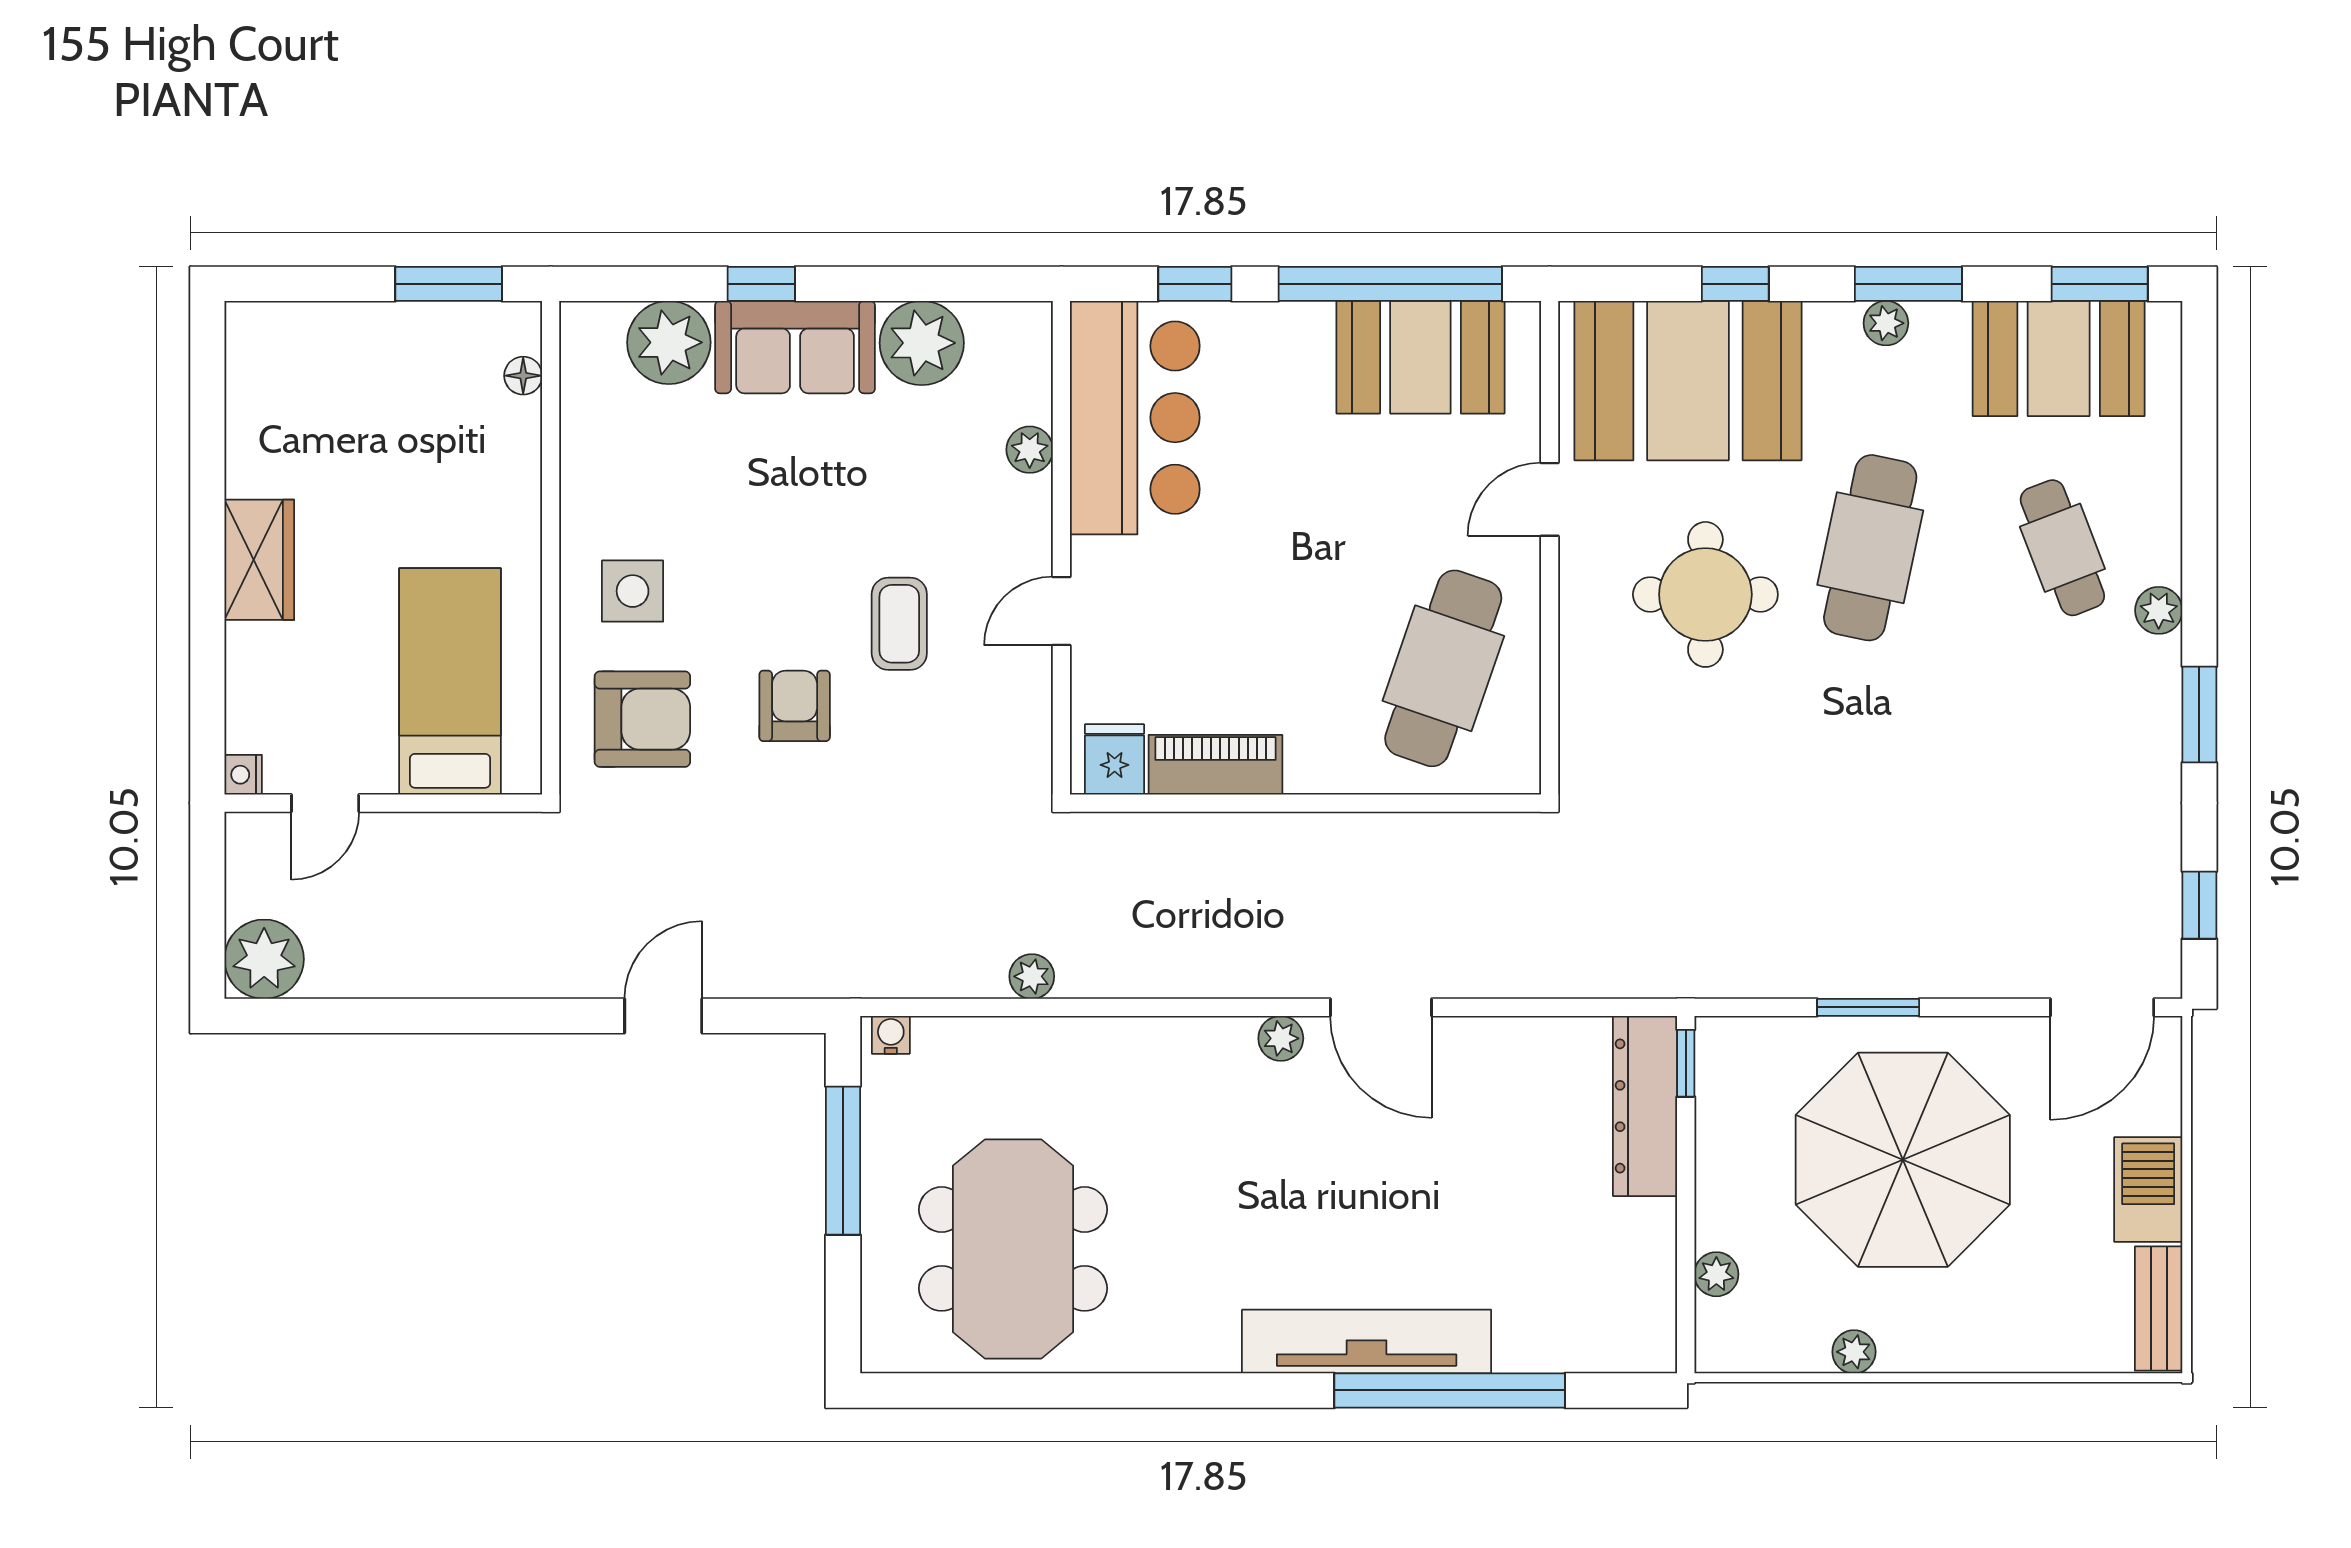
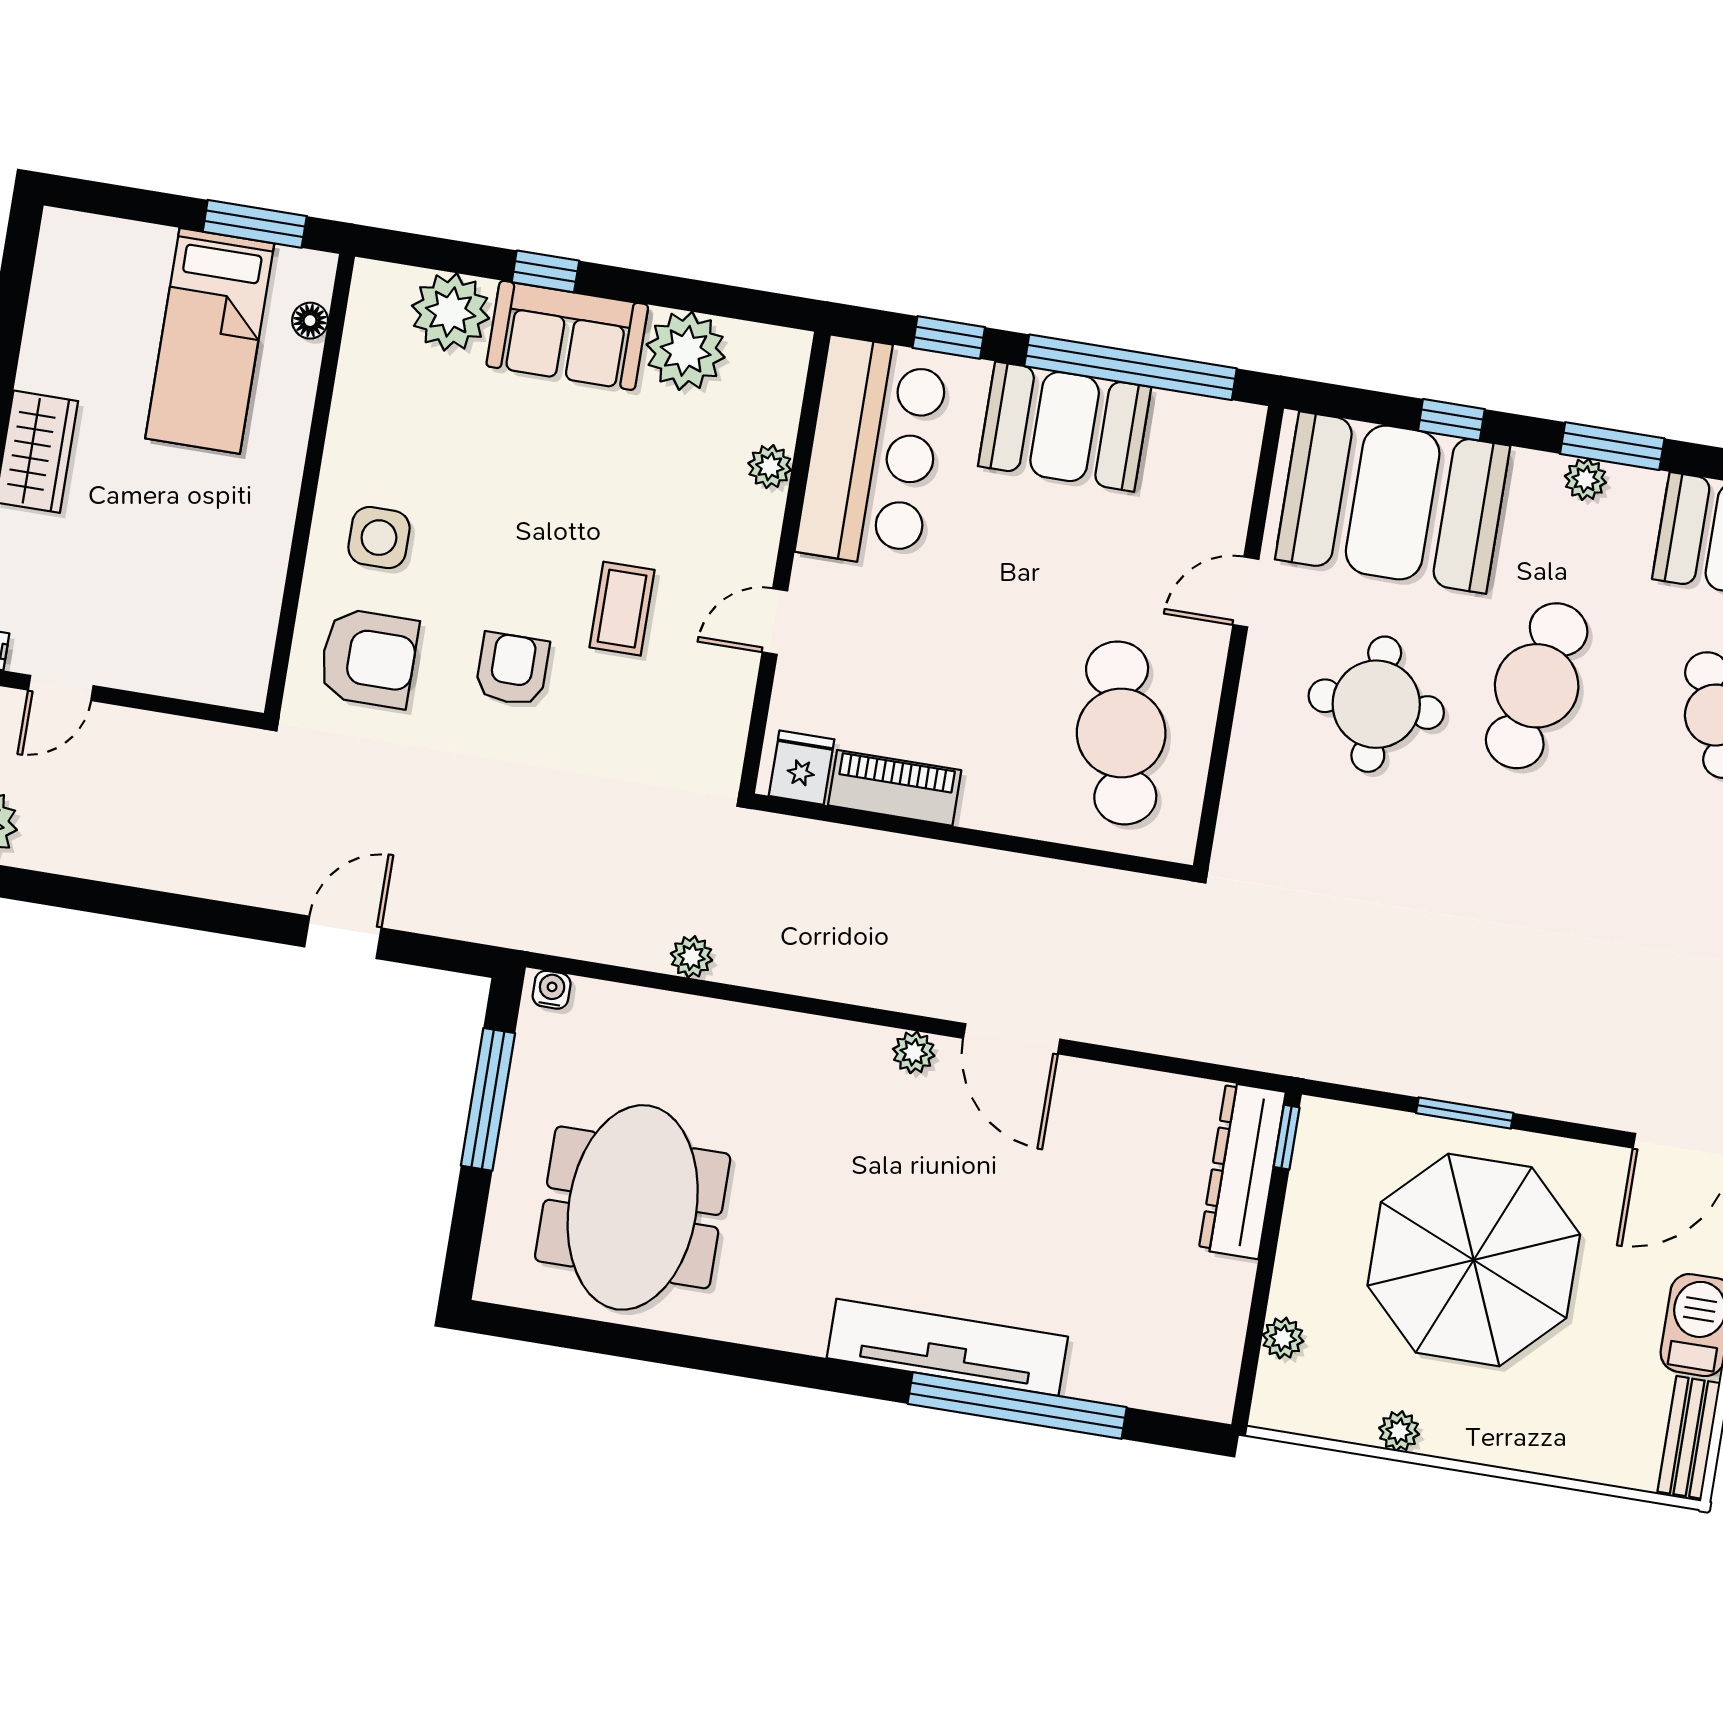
booth: (1420, 357) -> (1065, 427), moved
cafe table: (1443, 668) -> (1121, 733), turned -32
bed: (450, 681) -> (210, 341), moved, turned 180

